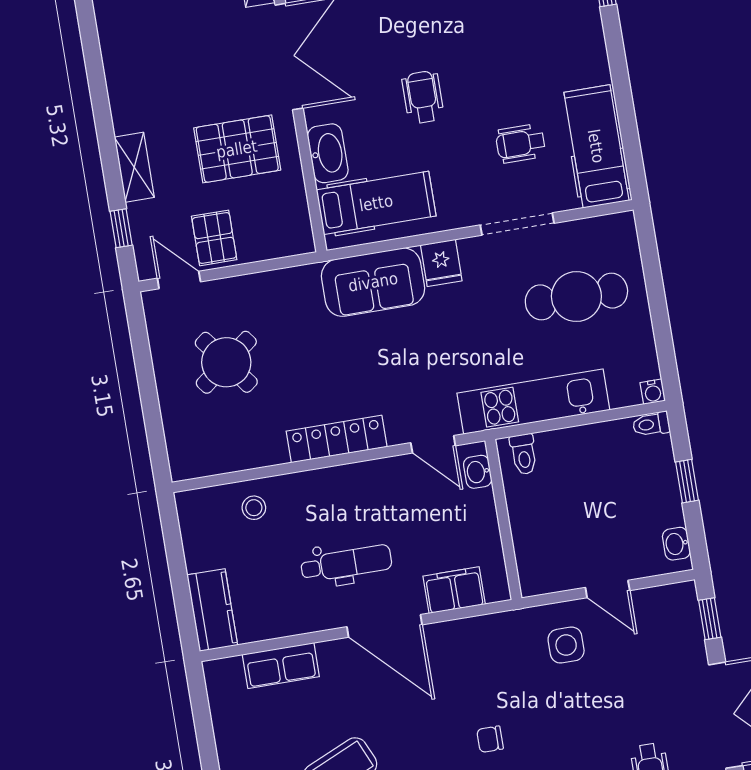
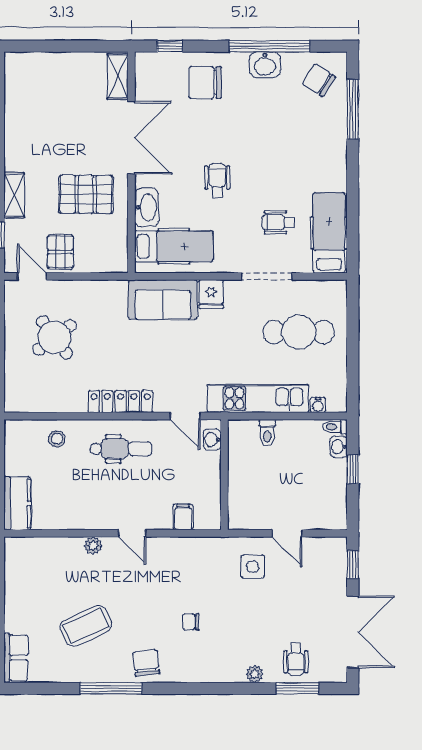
water cooler: (653, 392) -> (318, 405), moved
toilet: (524, 454) -> (267, 433), moved
washbasin: (676, 544) -> (339, 447), moved
dental chair: (346, 563) -> (121, 449), moved
filing cabinet: (454, 590) -> (183, 517), width x0.50
door: (384, 626) -> (132, 533), width x0.53
plant: (331, 653) -> (93, 546), added
row of seats: (281, 666) -> (57, 549), removed

